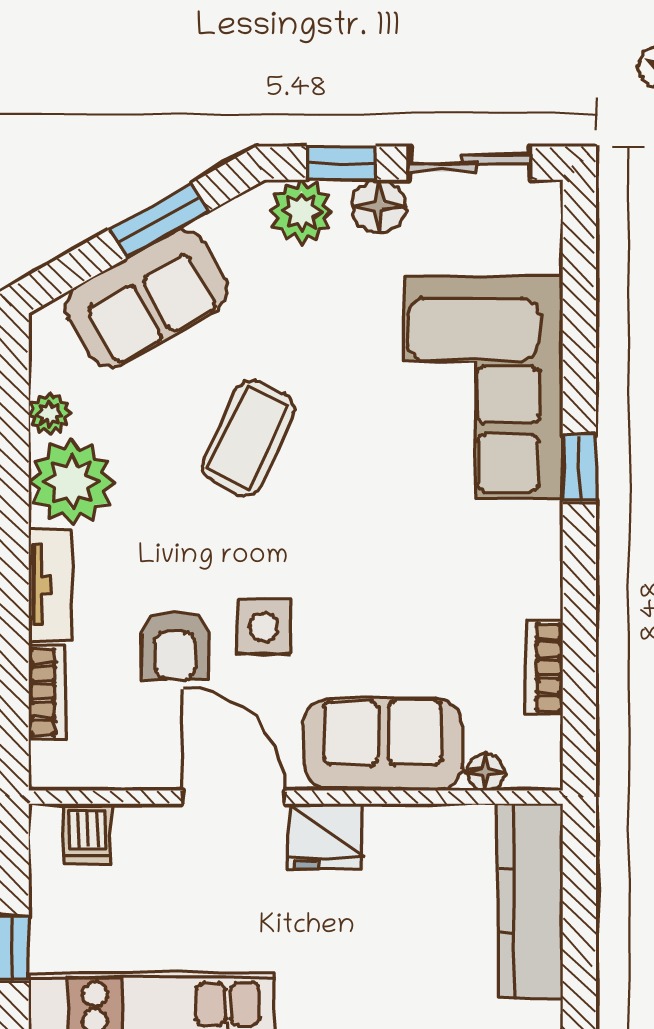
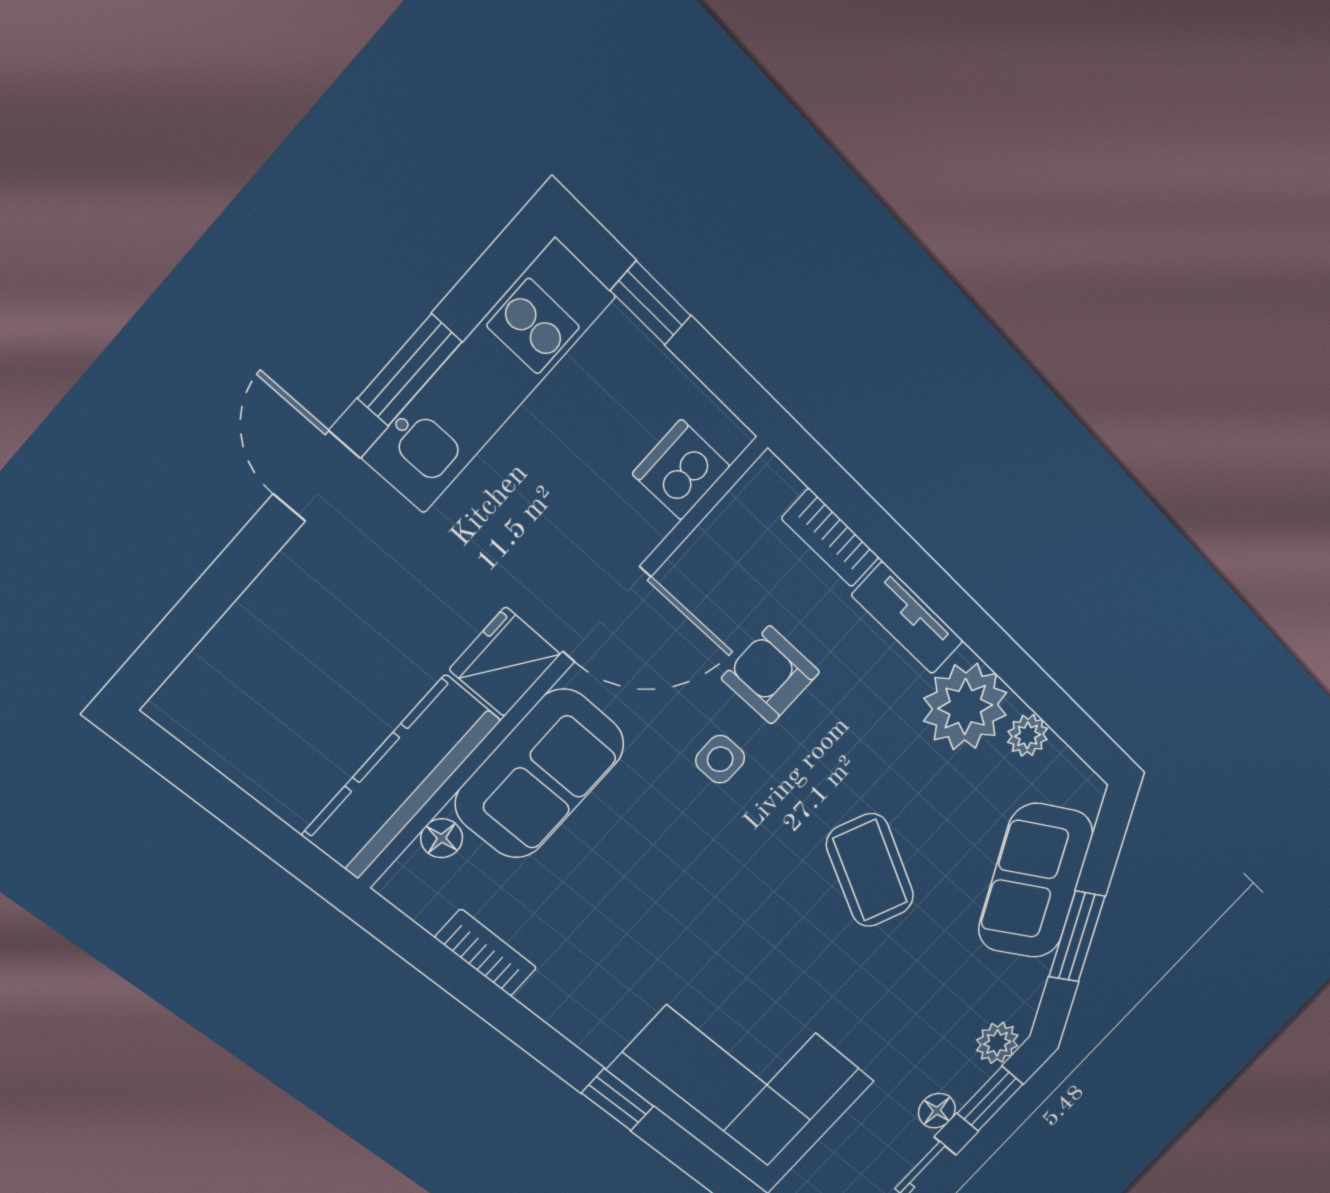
floor lamp: (379, 206) -> (937, 1111), width x0.73, depth x0.73
plant: (301, 211) -> (997, 1043), width x0.73, depth x0.73
side table: (264, 627) -> (720, 759), width x0.73, depth x0.73
dishwasher: (87, 834) -> (681, 470), width x1.38
kitchen counter: (530, 901) -> (401, 778), moved, turned -90

